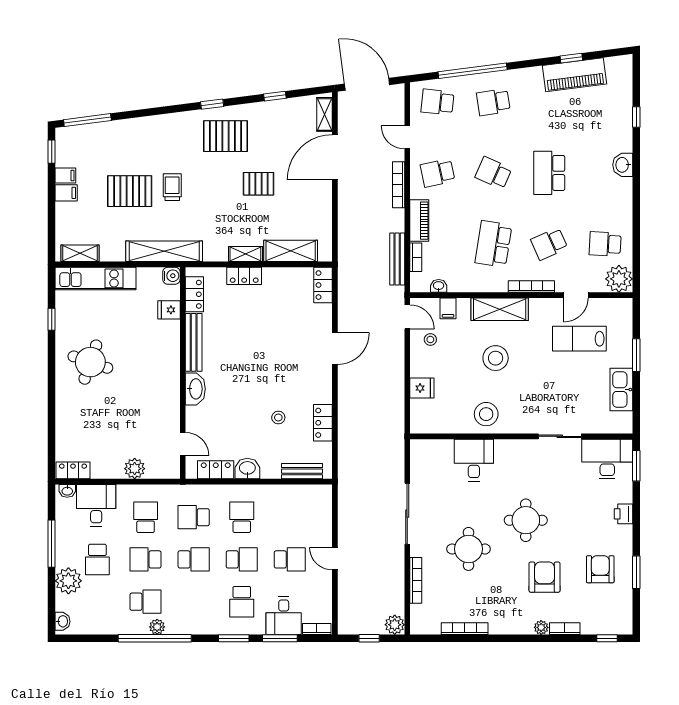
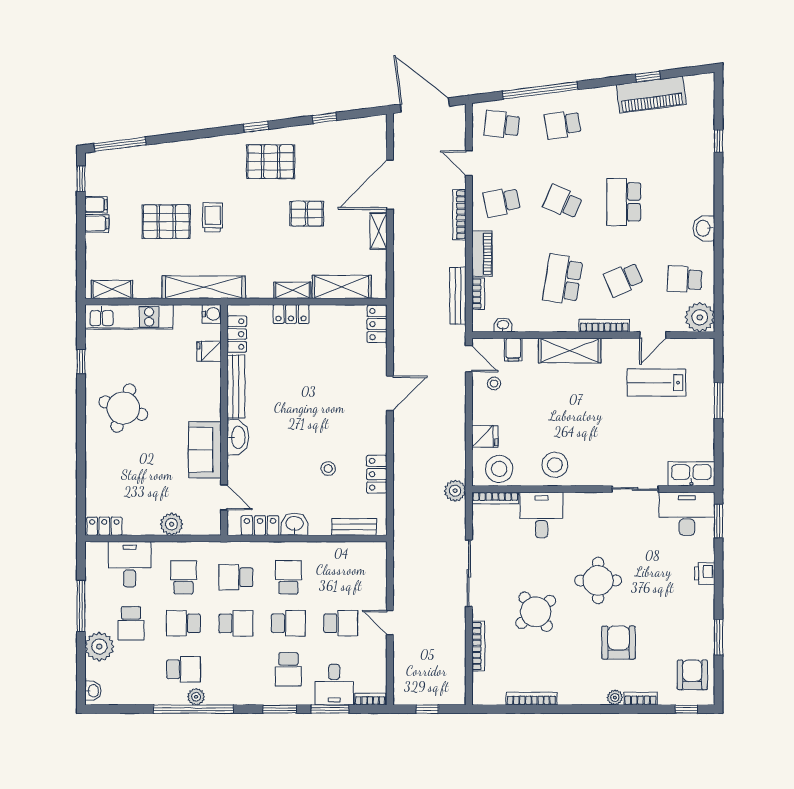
shelving: (324, 114) -> (379, 231), moved
washbasin: (623, 165) -> (704, 228), moved
stool: (496, 358) -> (499, 469), moved
kitchen sink: (621, 390) -> (691, 474), moved, turned 90
sofa: (165, 400) -> (205, 450), added
bookcase: (431, 445) -> (495, 498), added
washbasin: (67, 491) -> (98, 548), removed
round table: (469, 549) -> (536, 612), turned -38
armchair: (600, 569) -> (692, 675), moved
plant: (395, 625) -> (455, 491), moved

